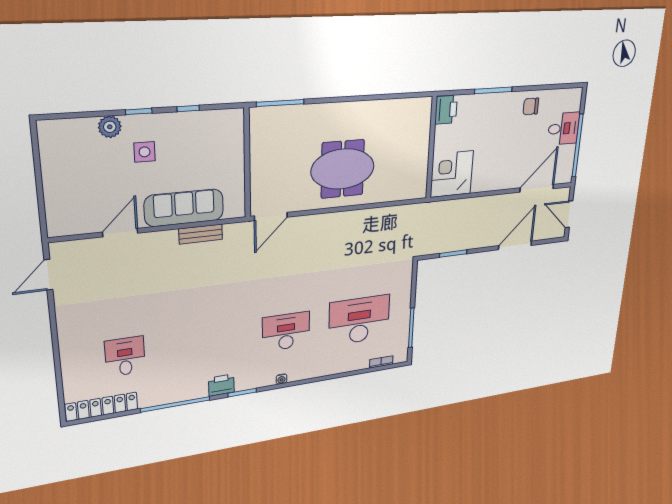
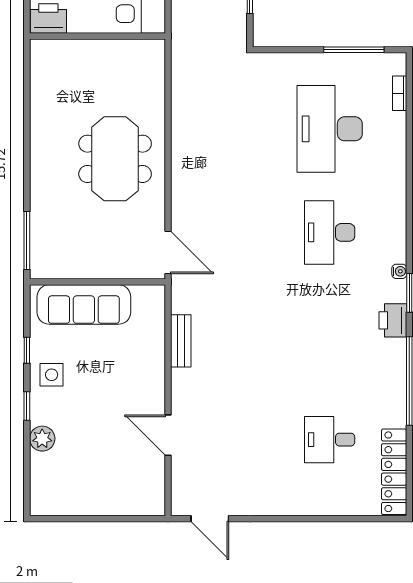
side table: (145, 152) -> (52, 375), moved
sofa: (184, 208) -> (84, 304), moved, turned -90
water cooler: (282, 379) -> (399, 271), moved

